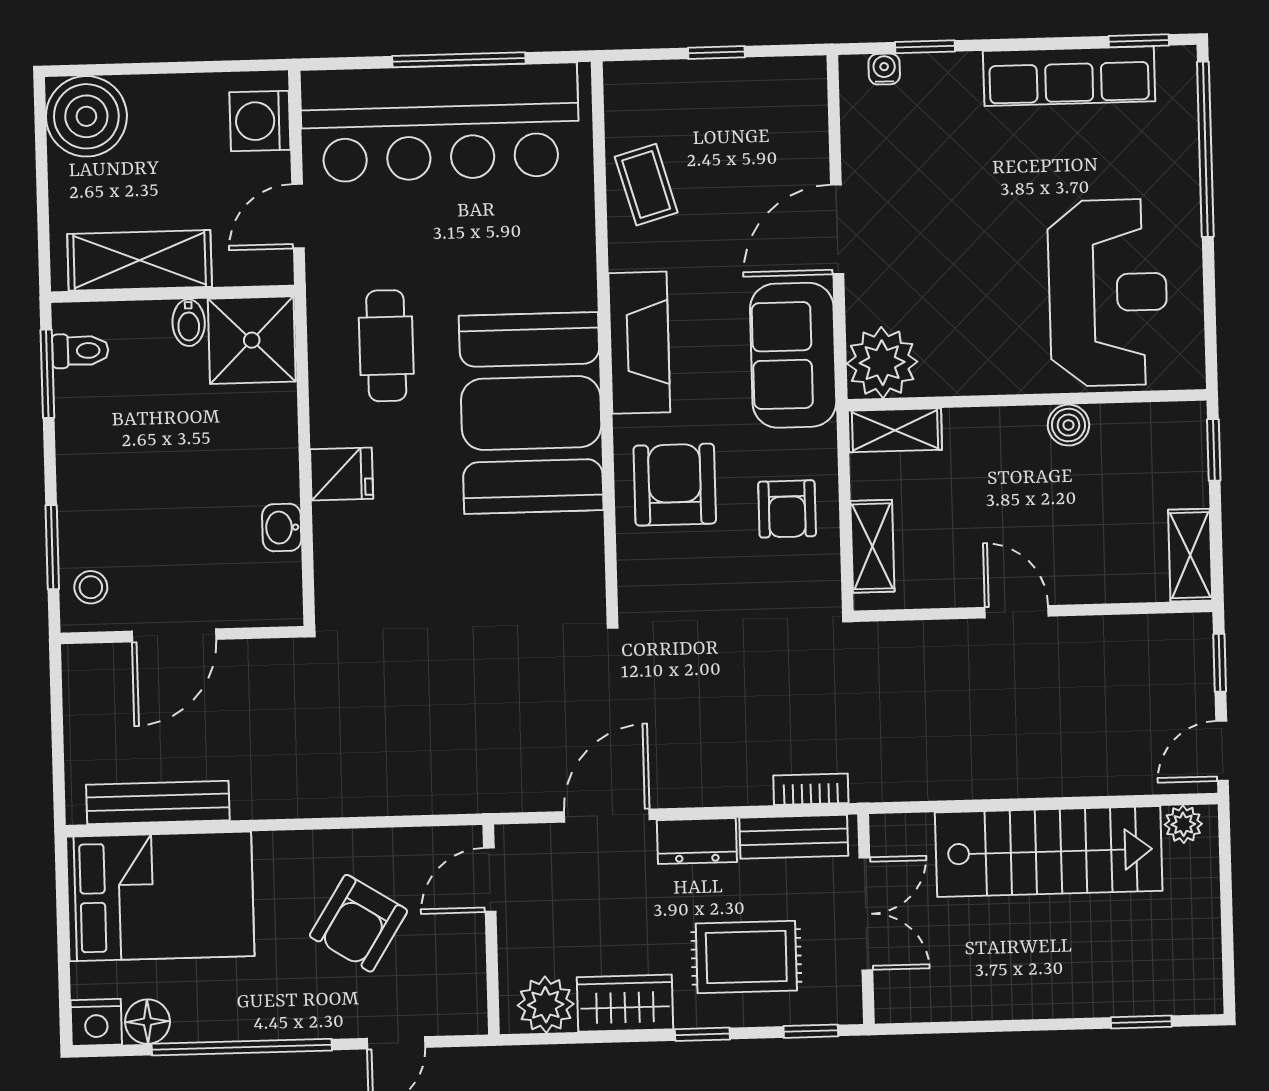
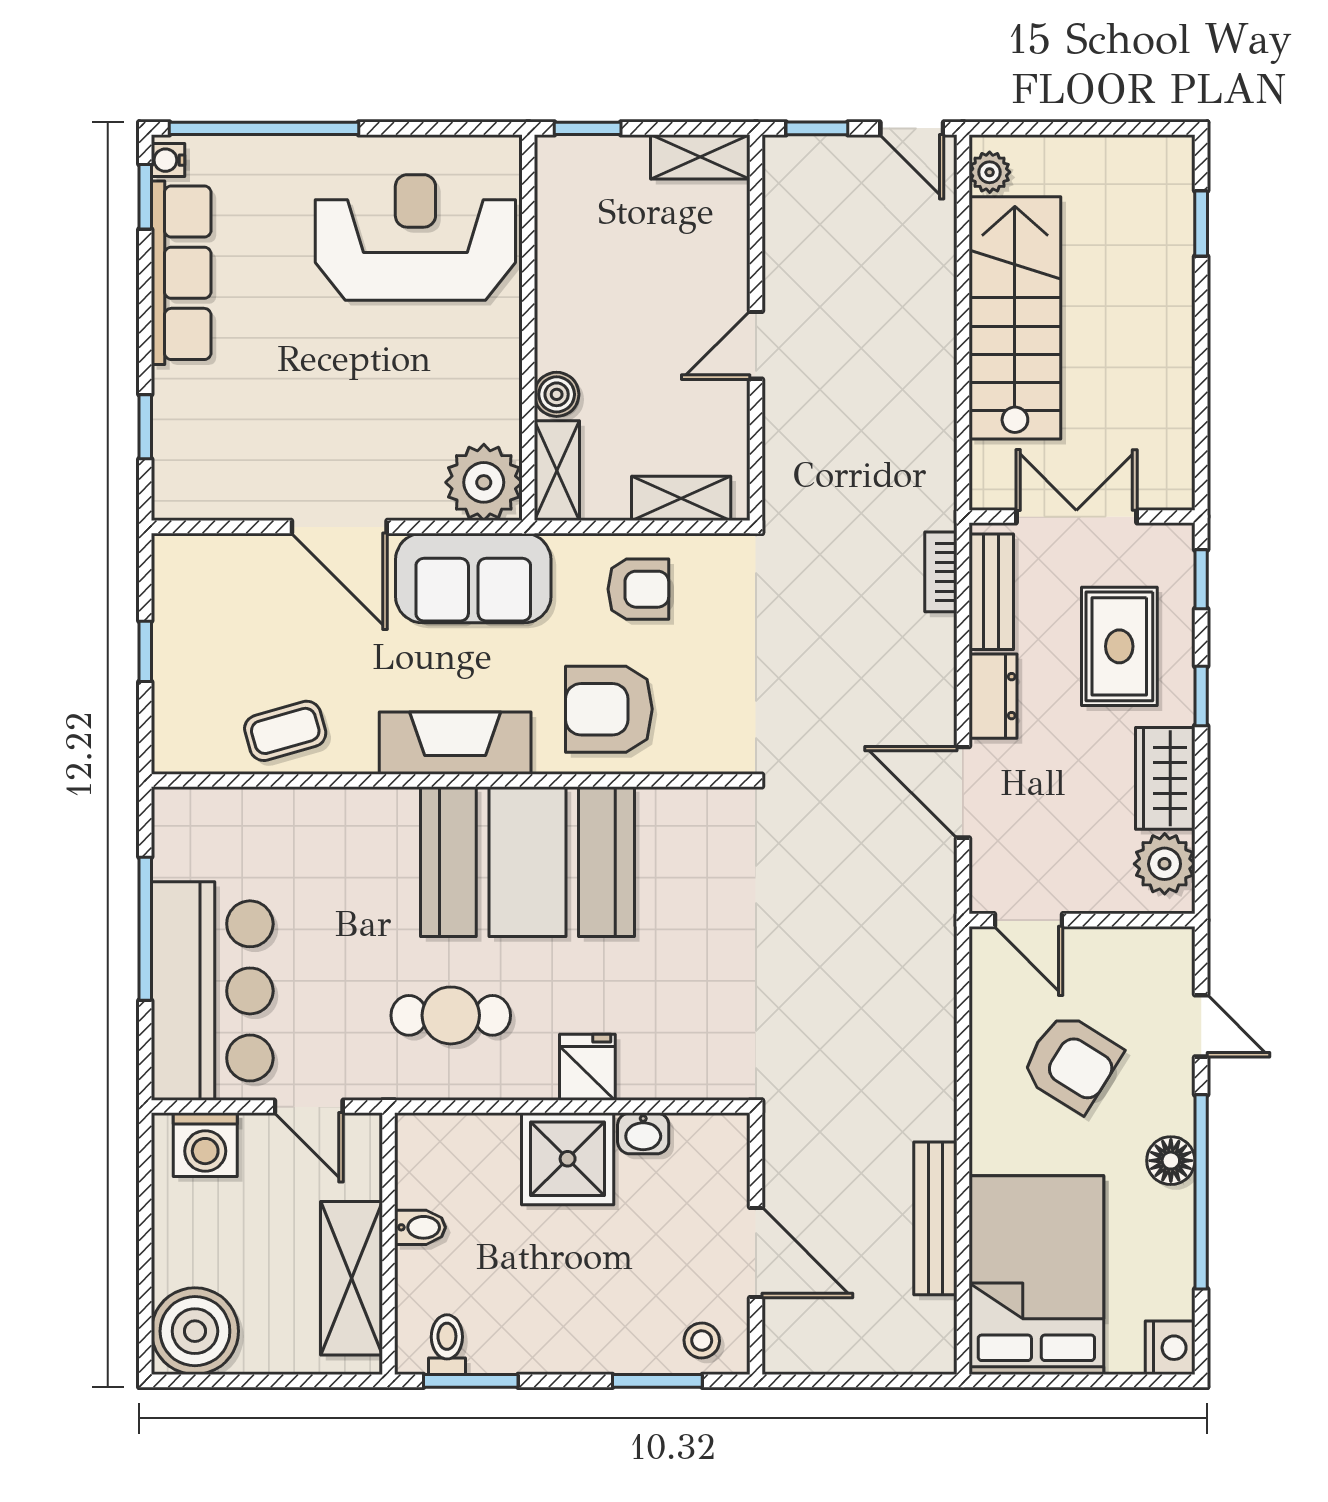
water cooler: (884, 69) -> (168, 160), moved
bar counter: (440, 123) -> (212, 991), width x0.73
shower: (252, 340) -> (568, 1159), moved
boiler: (1068, 425) -> (557, 394), moved
bench: (158, 802) -> (935, 1218), moved
floor lamp: (147, 1022) -> (1171, 1161), moved

